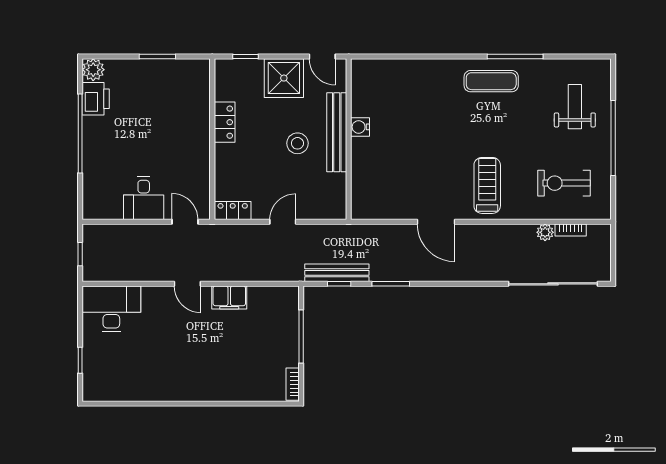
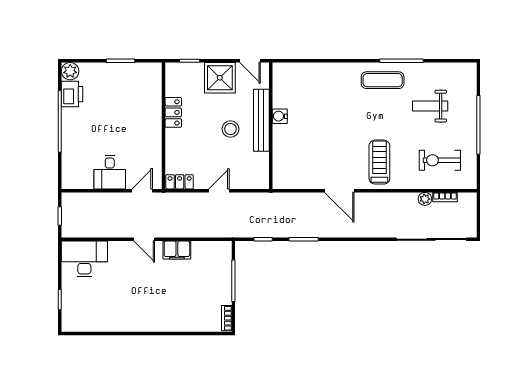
weight bench: (575, 107) -> (430, 106), moved, turned -90
door: (185, 222) -> (142, 191), hinge flipped
bench: (337, 273) -> (261, 231), removed

